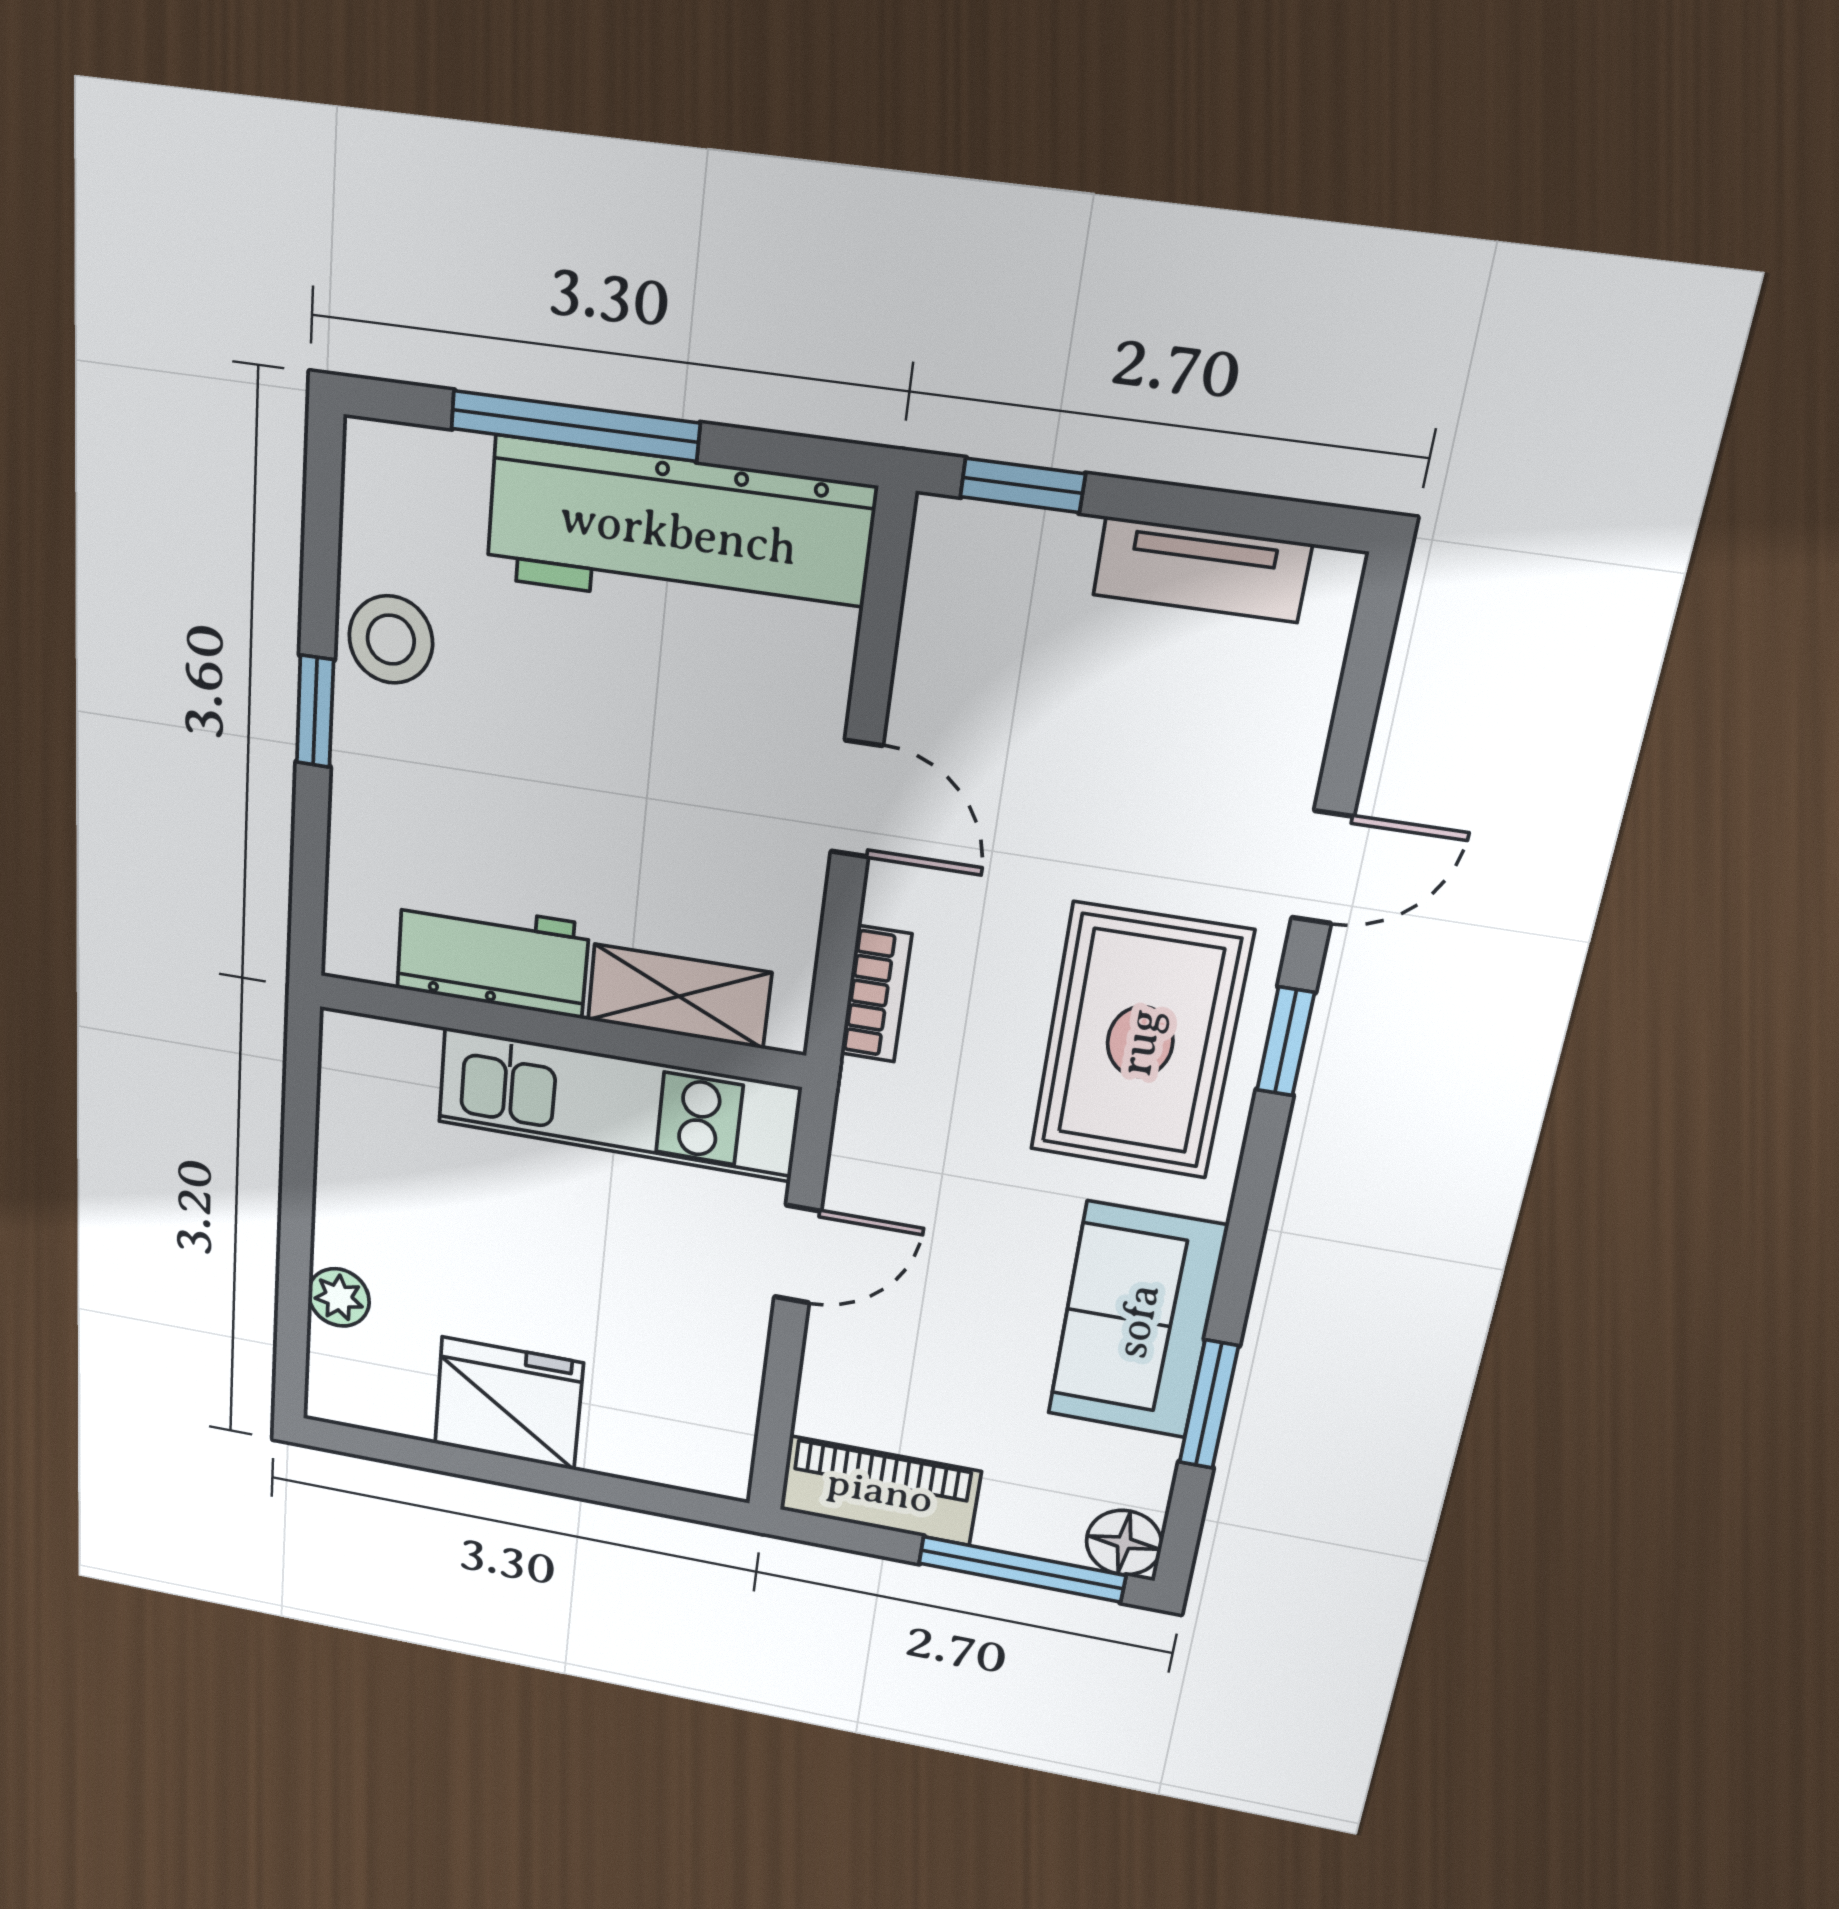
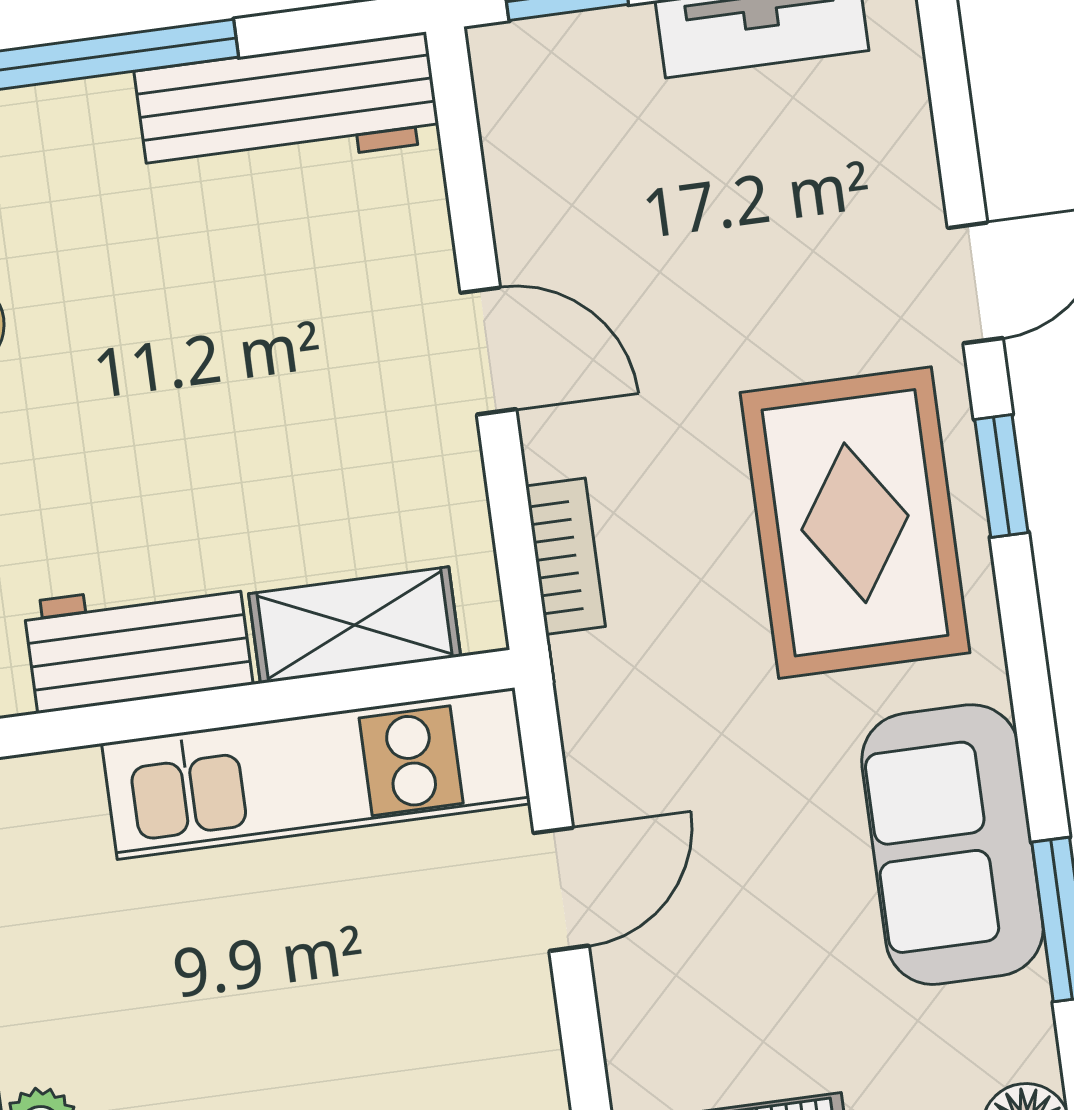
workbench: (678, 532) -> (287, 106), width x0.73, depth x0.76

